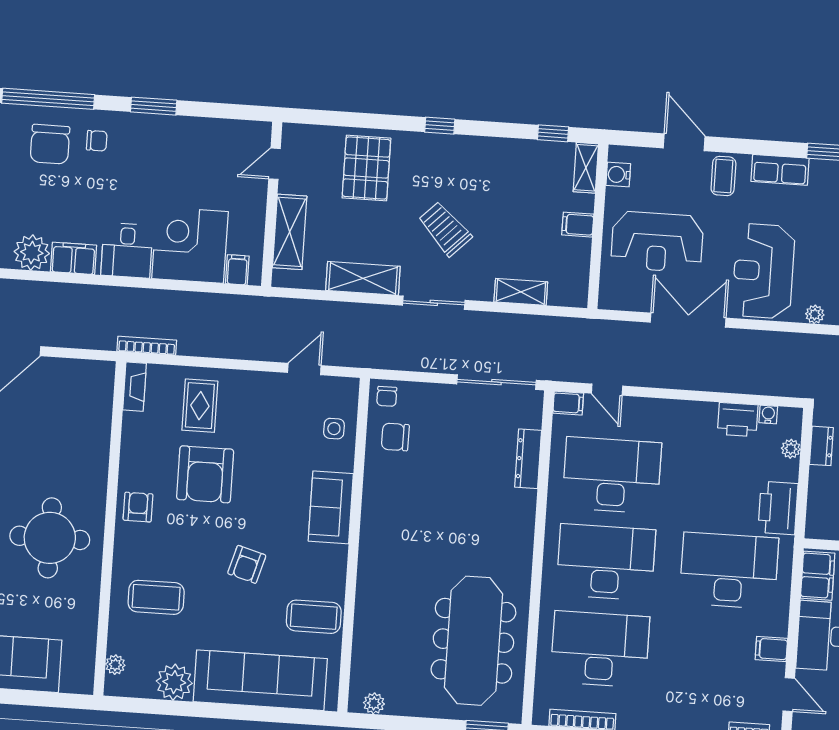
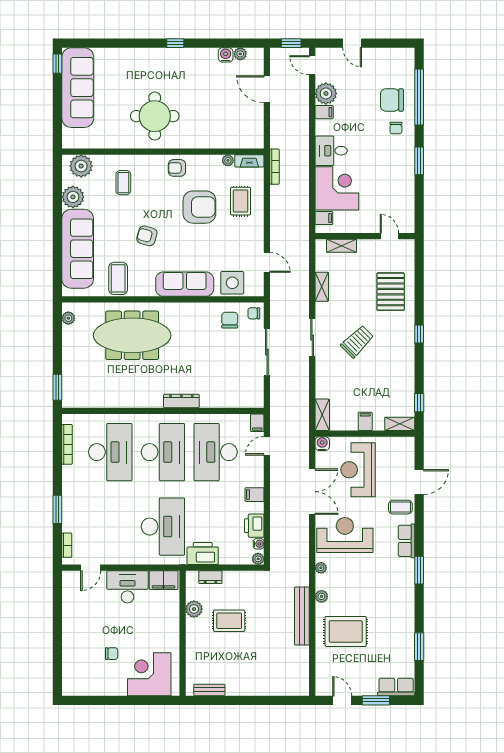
pallet: (366, 168) -> (391, 292), turned 90
water cooler: (618, 175) -> (322, 444), moved
shelving: (290, 232) -> (342, 246), width x0.67, depth x0.75
filing cabinet: (73, 258) -> (324, 112), width x0.50
shelving: (363, 278) -> (322, 287), width x0.67, depth x0.75
shelving: (521, 292) -> (322, 415), moved
sliding door: (496, 382) -> (267, 352), moved
rug: (200, 406) -> (241, 201), turned 90
plant: (131, 422) -> (228, 160), added
side table: (334, 429) -> (232, 283), width x1.87, depth x1.87
dresser: (821, 446) -> (210, 577), moved
plant: (791, 449) -> (258, 559), moved
dresser: (528, 459) -> (181, 401), moved
armchair: (205, 474) -> (199, 207), turned 180
desk: (612, 475) -> (216, 452), turned 180
armchair: (138, 507) -> (177, 168), turned 180
sofa: (331, 507) -> (185, 284), width x1.36
coffee table: (156, 597) -> (123, 183), width x0.73, depth x0.77
meeting table: (473, 641) -> (132, 335), moved
filing cabinet: (771, 649) -> (255, 495), moved, turned -90
plant: (115, 665) -> (81, 166), width x1.88, depth x1.88

